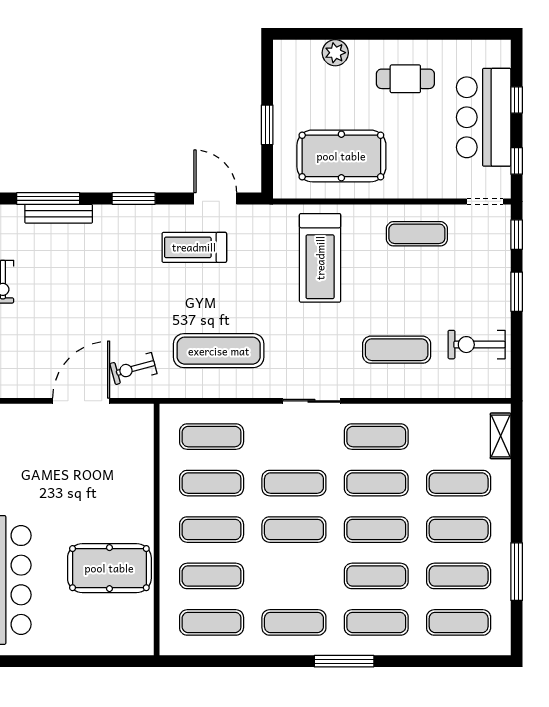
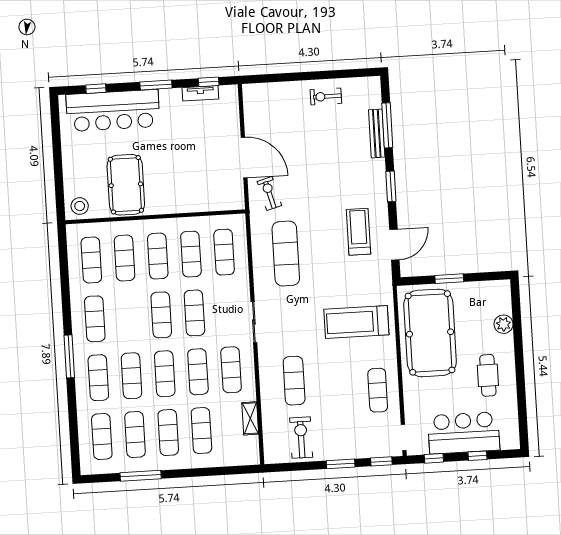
pool table: (341, 156) -> (430, 333), width x1.36, depth x1.32
shelving: (501, 436) -> (250, 418), moved, turned 90
stool: (135, 634) -> (80, 206), added

